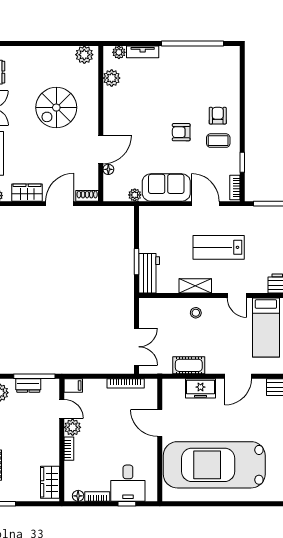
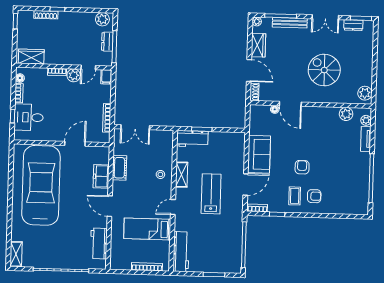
plant: (135, 195) -> (254, 129), removed

